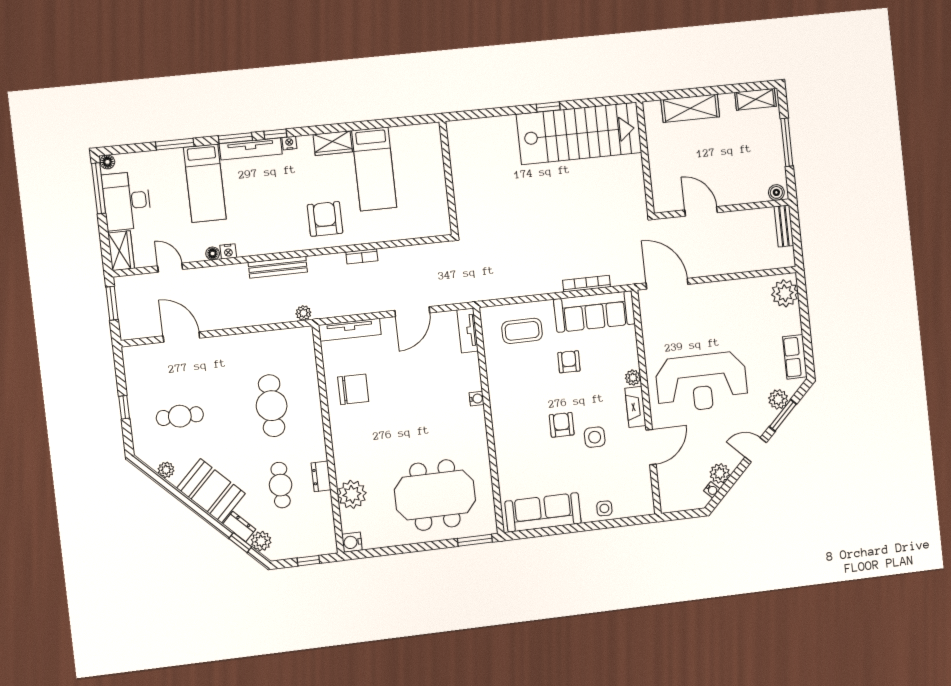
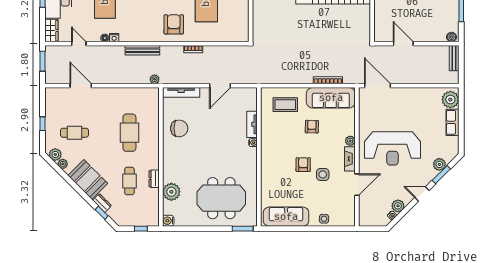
tv unit: (468, 330) -> (252, 124), moved
row of seats: (795, 357) -> (453, 122), moved
plant: (261, 541) -> (55, 155), moved

